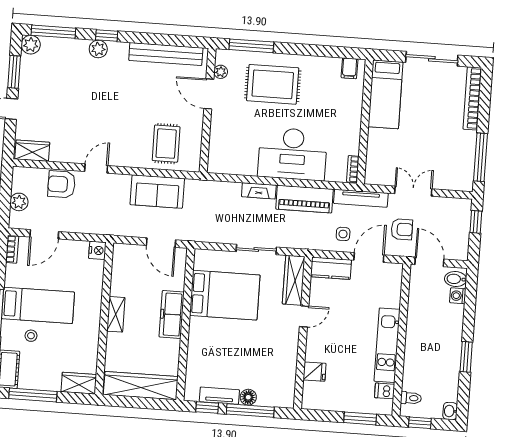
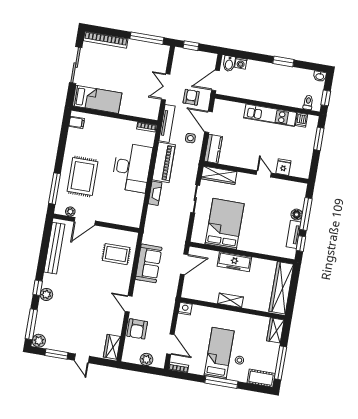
door: (304, 316) -> (264, 174), moved

